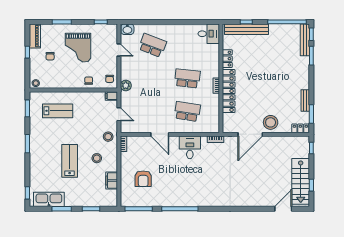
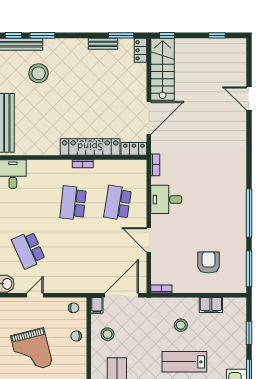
school desk: (152, 45) -> (28, 250), turned -45
grand piano: (78, 48) -> (32, 351), turned 76
locker: (227, 59) -> (134, 149), moved
plant: (126, 86) -> (83, 286), removed
door: (119, 114) -> (122, 295), width x1.87
stool: (271, 122) -> (39, 73), moved
door: (160, 134) -> (149, 240), swing flipped
door: (250, 134) -> (149, 118), hinge flipped
stool: (108, 137) -> (107, 334), moved
armchair: (143, 179) -> (209, 263), turned -90
stairs: (301, 181) -> (163, 69), moved, turned -90
door: (283, 209) -> (249, 99), moved

